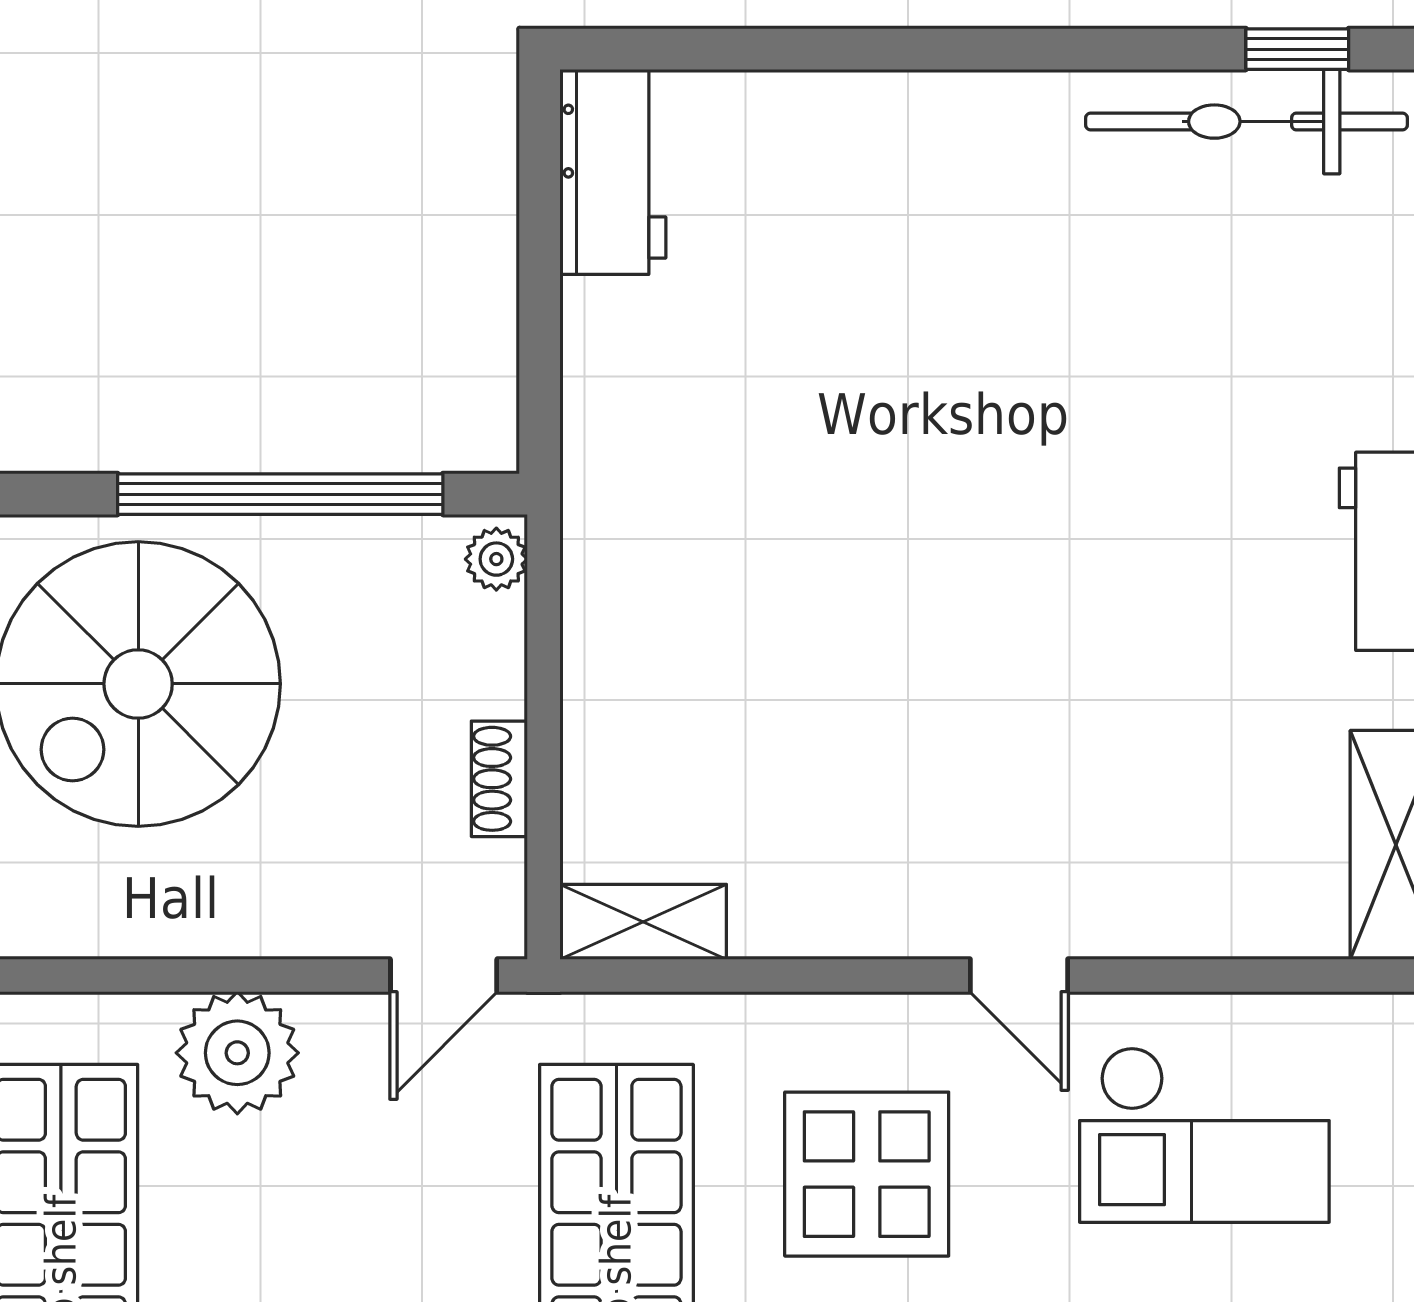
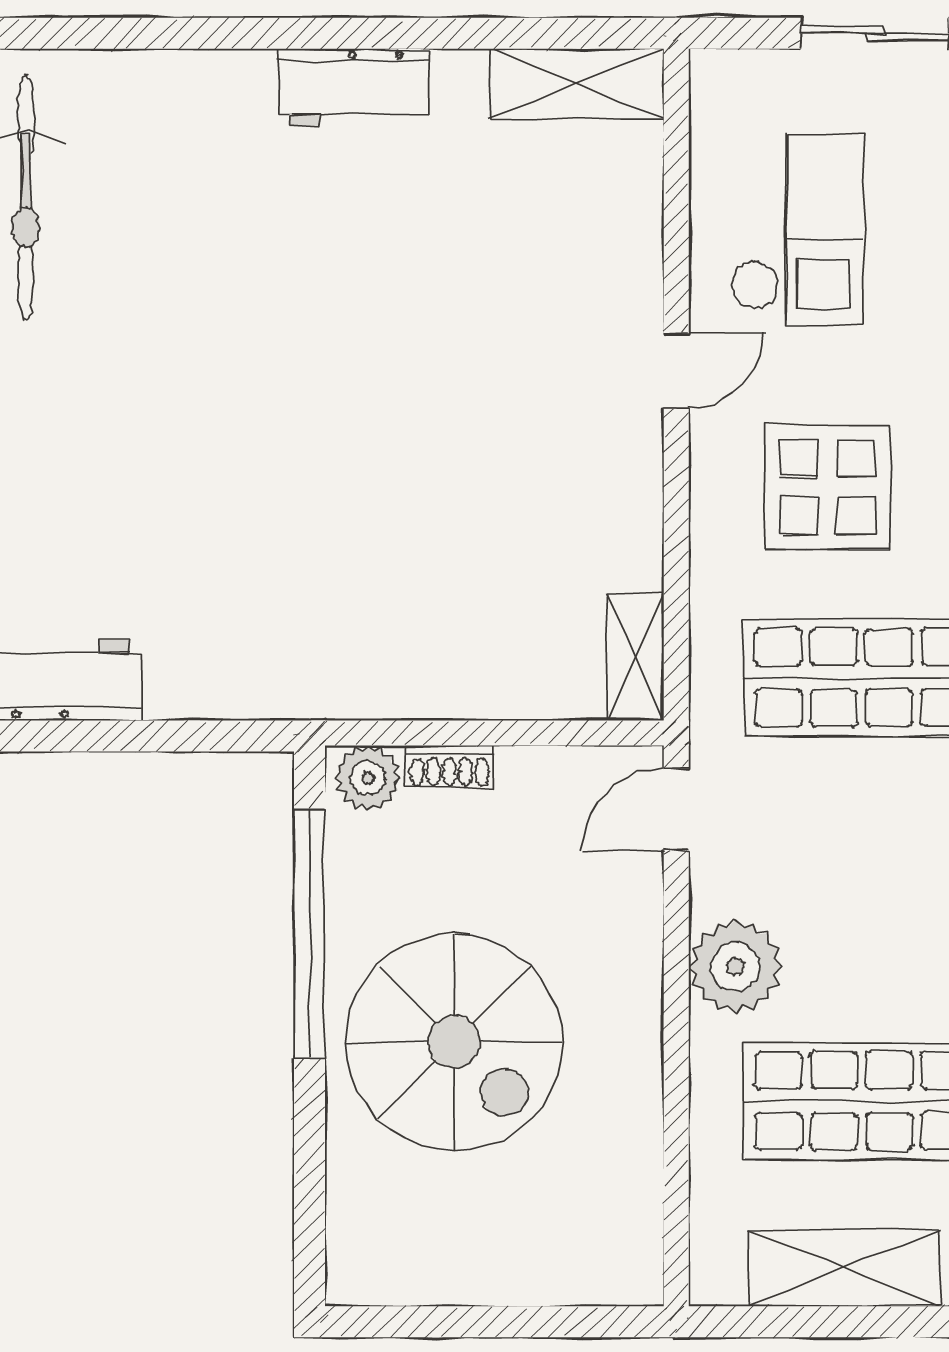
plant: (496, 559) -> (368, 778), width x1.38, depth x1.38
shoe rack: (499, 779) -> (449, 767), moved
door: (444, 975) -> (676, 809), swing flipped

